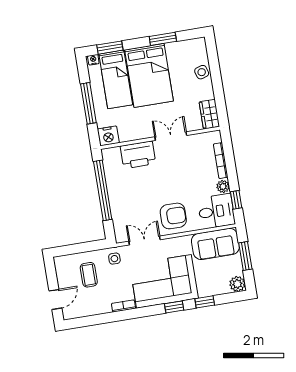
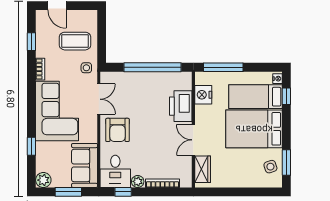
window: (163, 39) -> (286, 163), moved
window: (110, 48) -> (286, 96), width x0.67
side table: (202, 72) -> (270, 167), moved
window: (88, 103) -> (223, 67), moved
wardrobe: (209, 114) -> (203, 169), moved, turned 90
nightstand: (108, 136) -> (203, 95), moved
double door: (171, 136) -> (193, 140), swing flipped
coffee table: (89, 275) -> (75, 41), width x1.36, depth x1.30
window: (174, 307) -> (31, 42), moved

